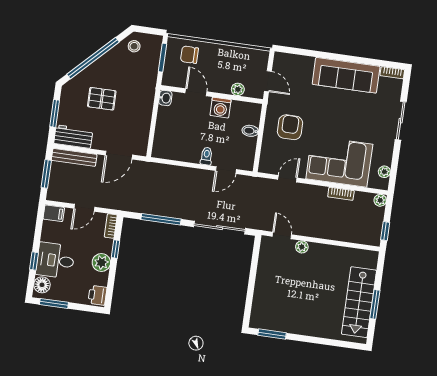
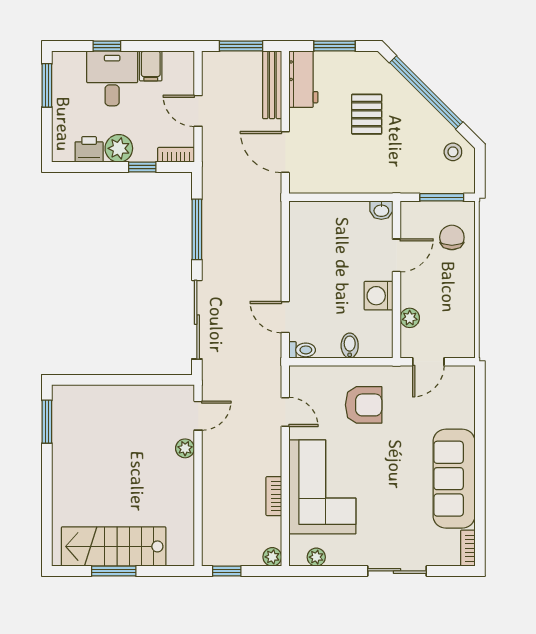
toilet: (206, 156) -> (302, 350), moved
filing cabinet: (54, 213) -> (151, 66), moved
floor lamp: (42, 285) -> (72, 63), removed
printer: (97, 295) -> (89, 149), moved

